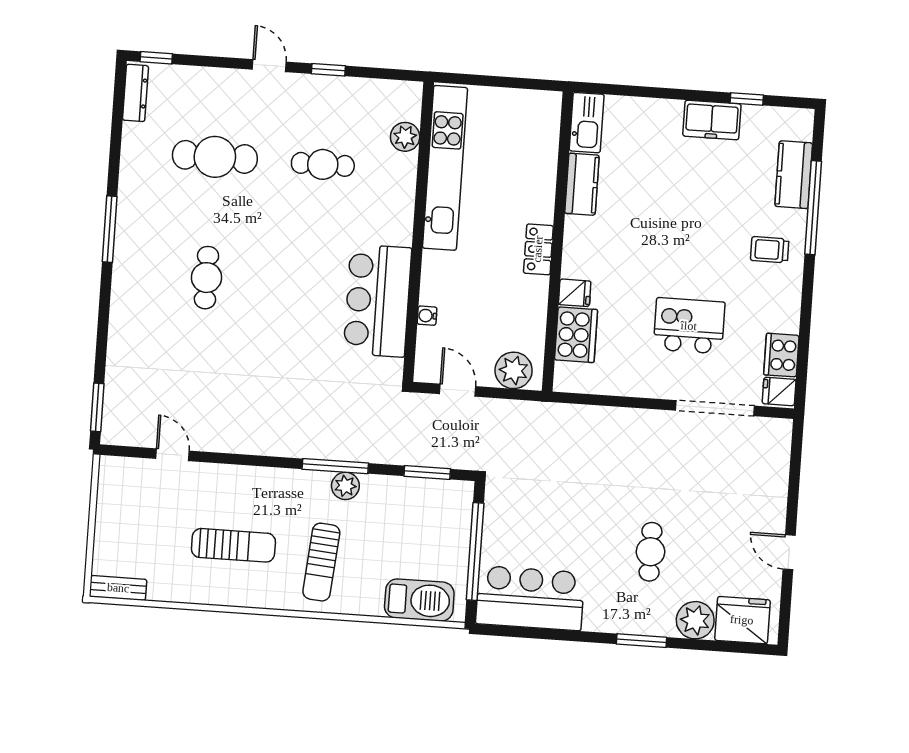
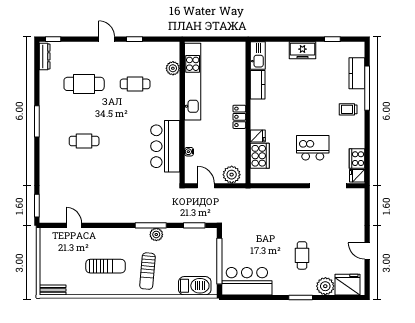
freezer: (712, 120) -> (302, 50), moved
cafe table: (206, 278) -> (84, 141), turned 90

